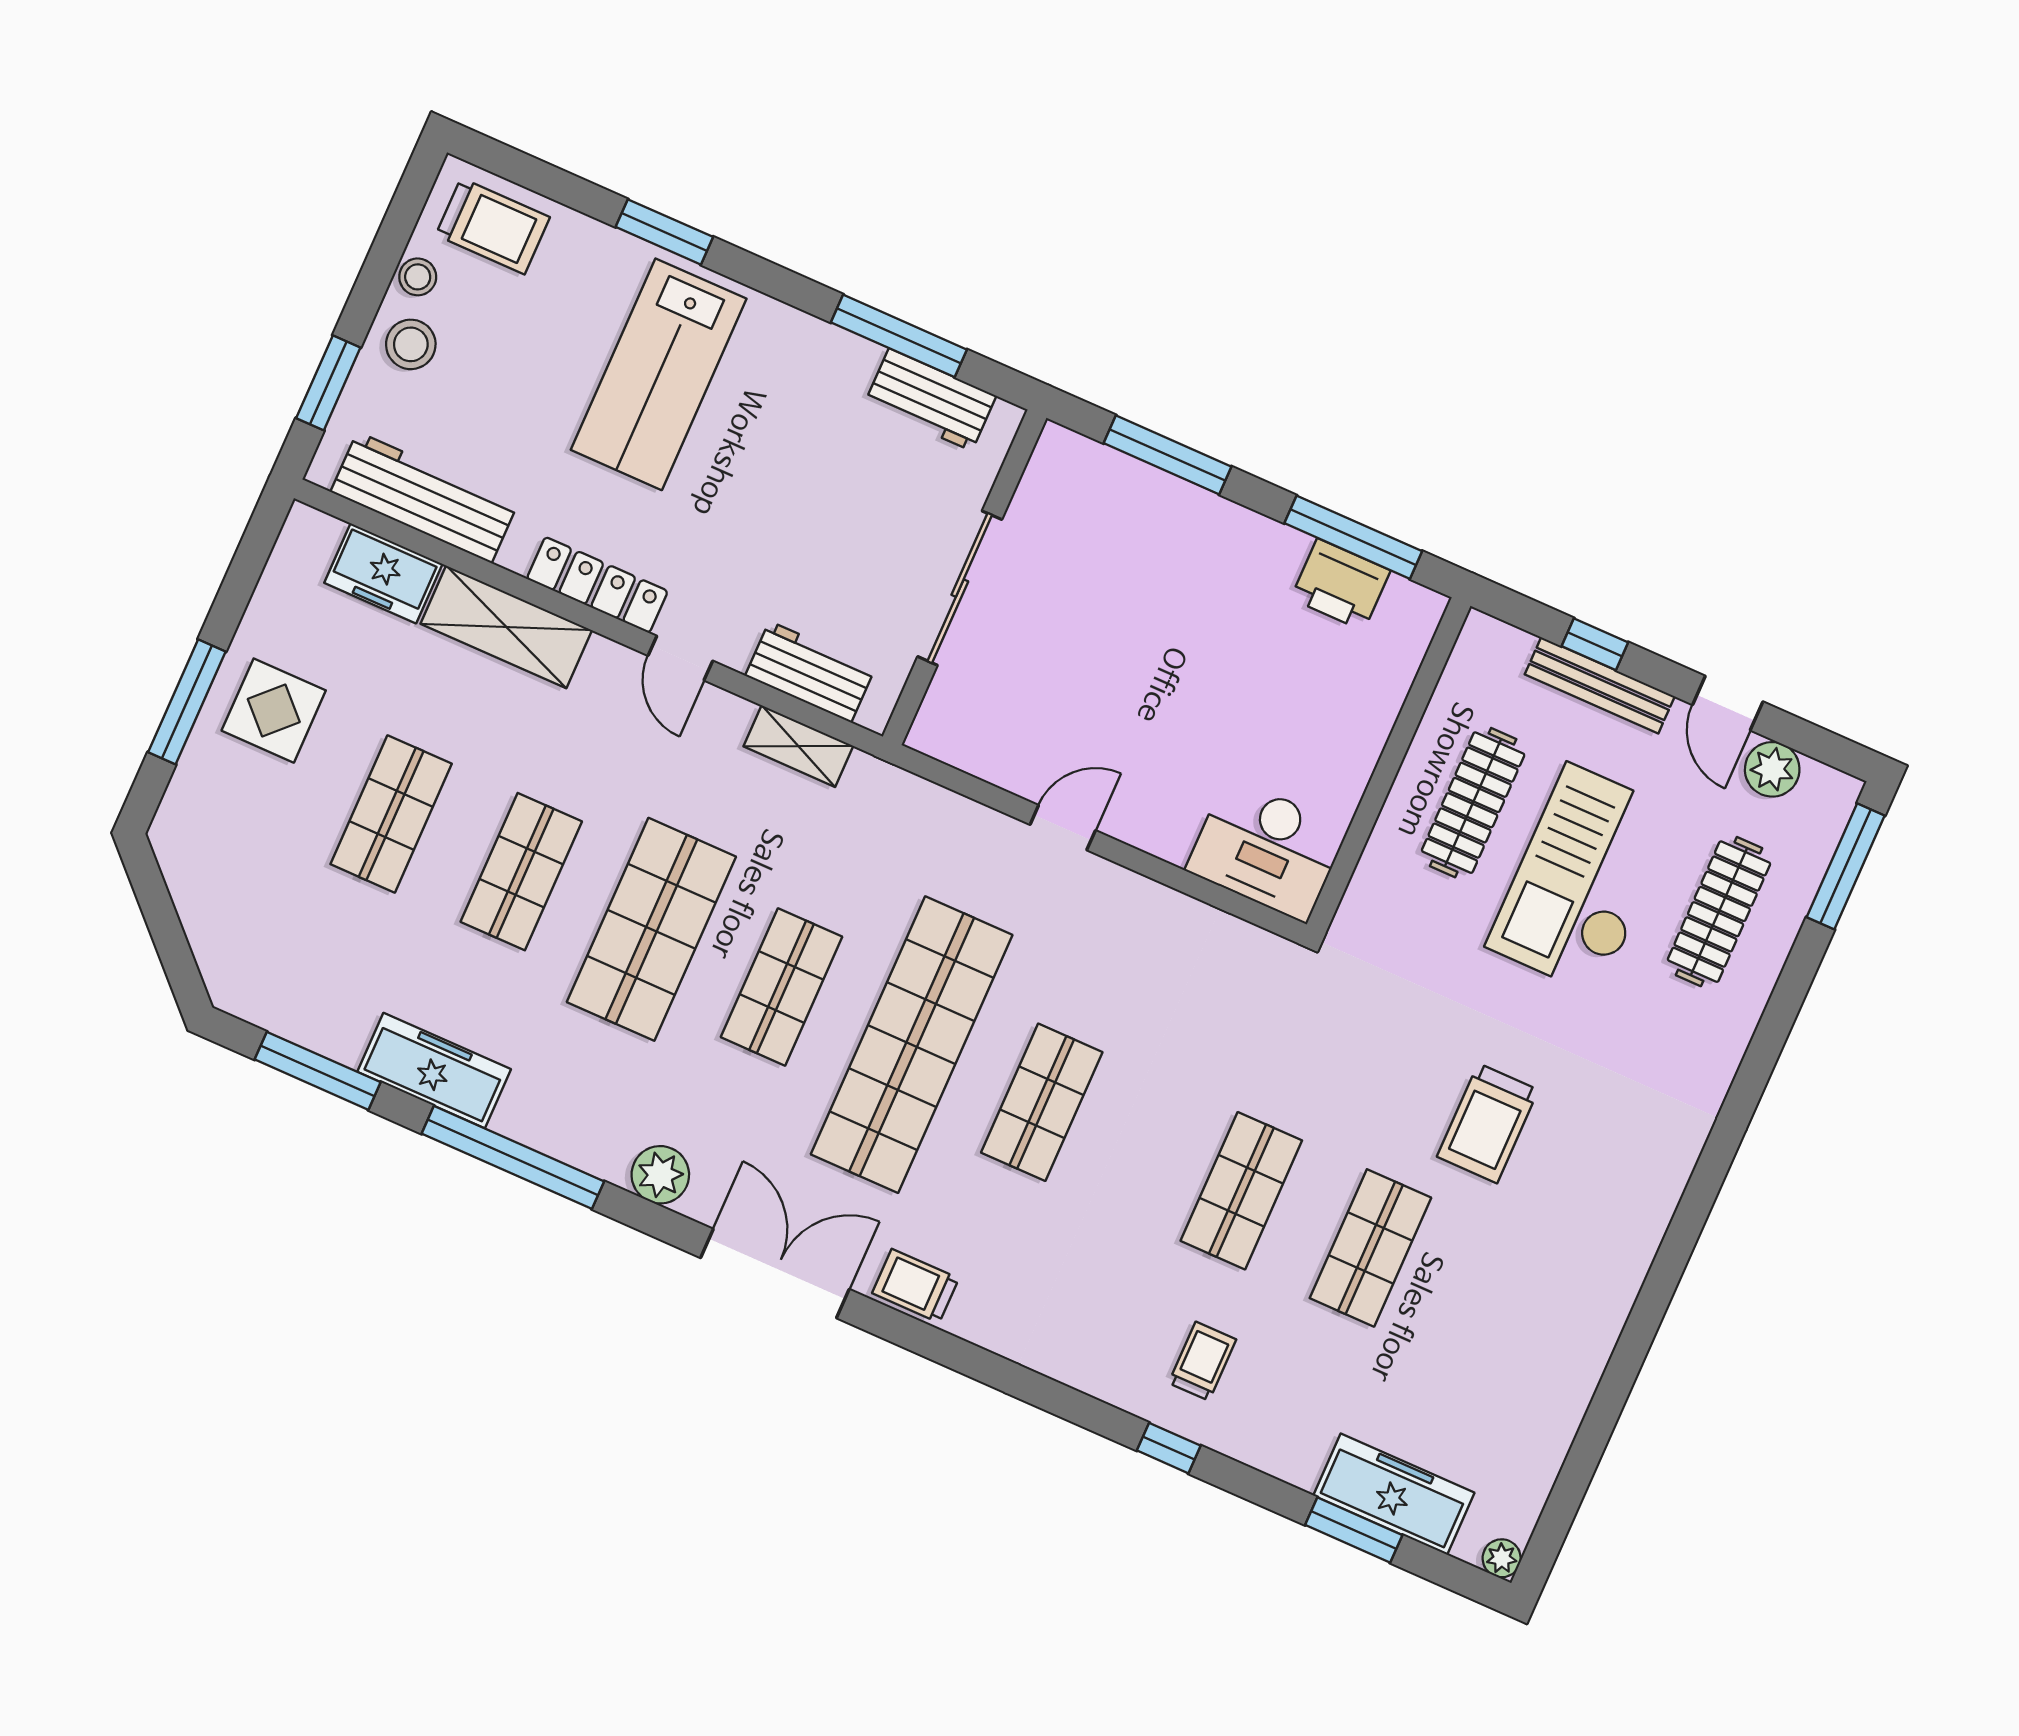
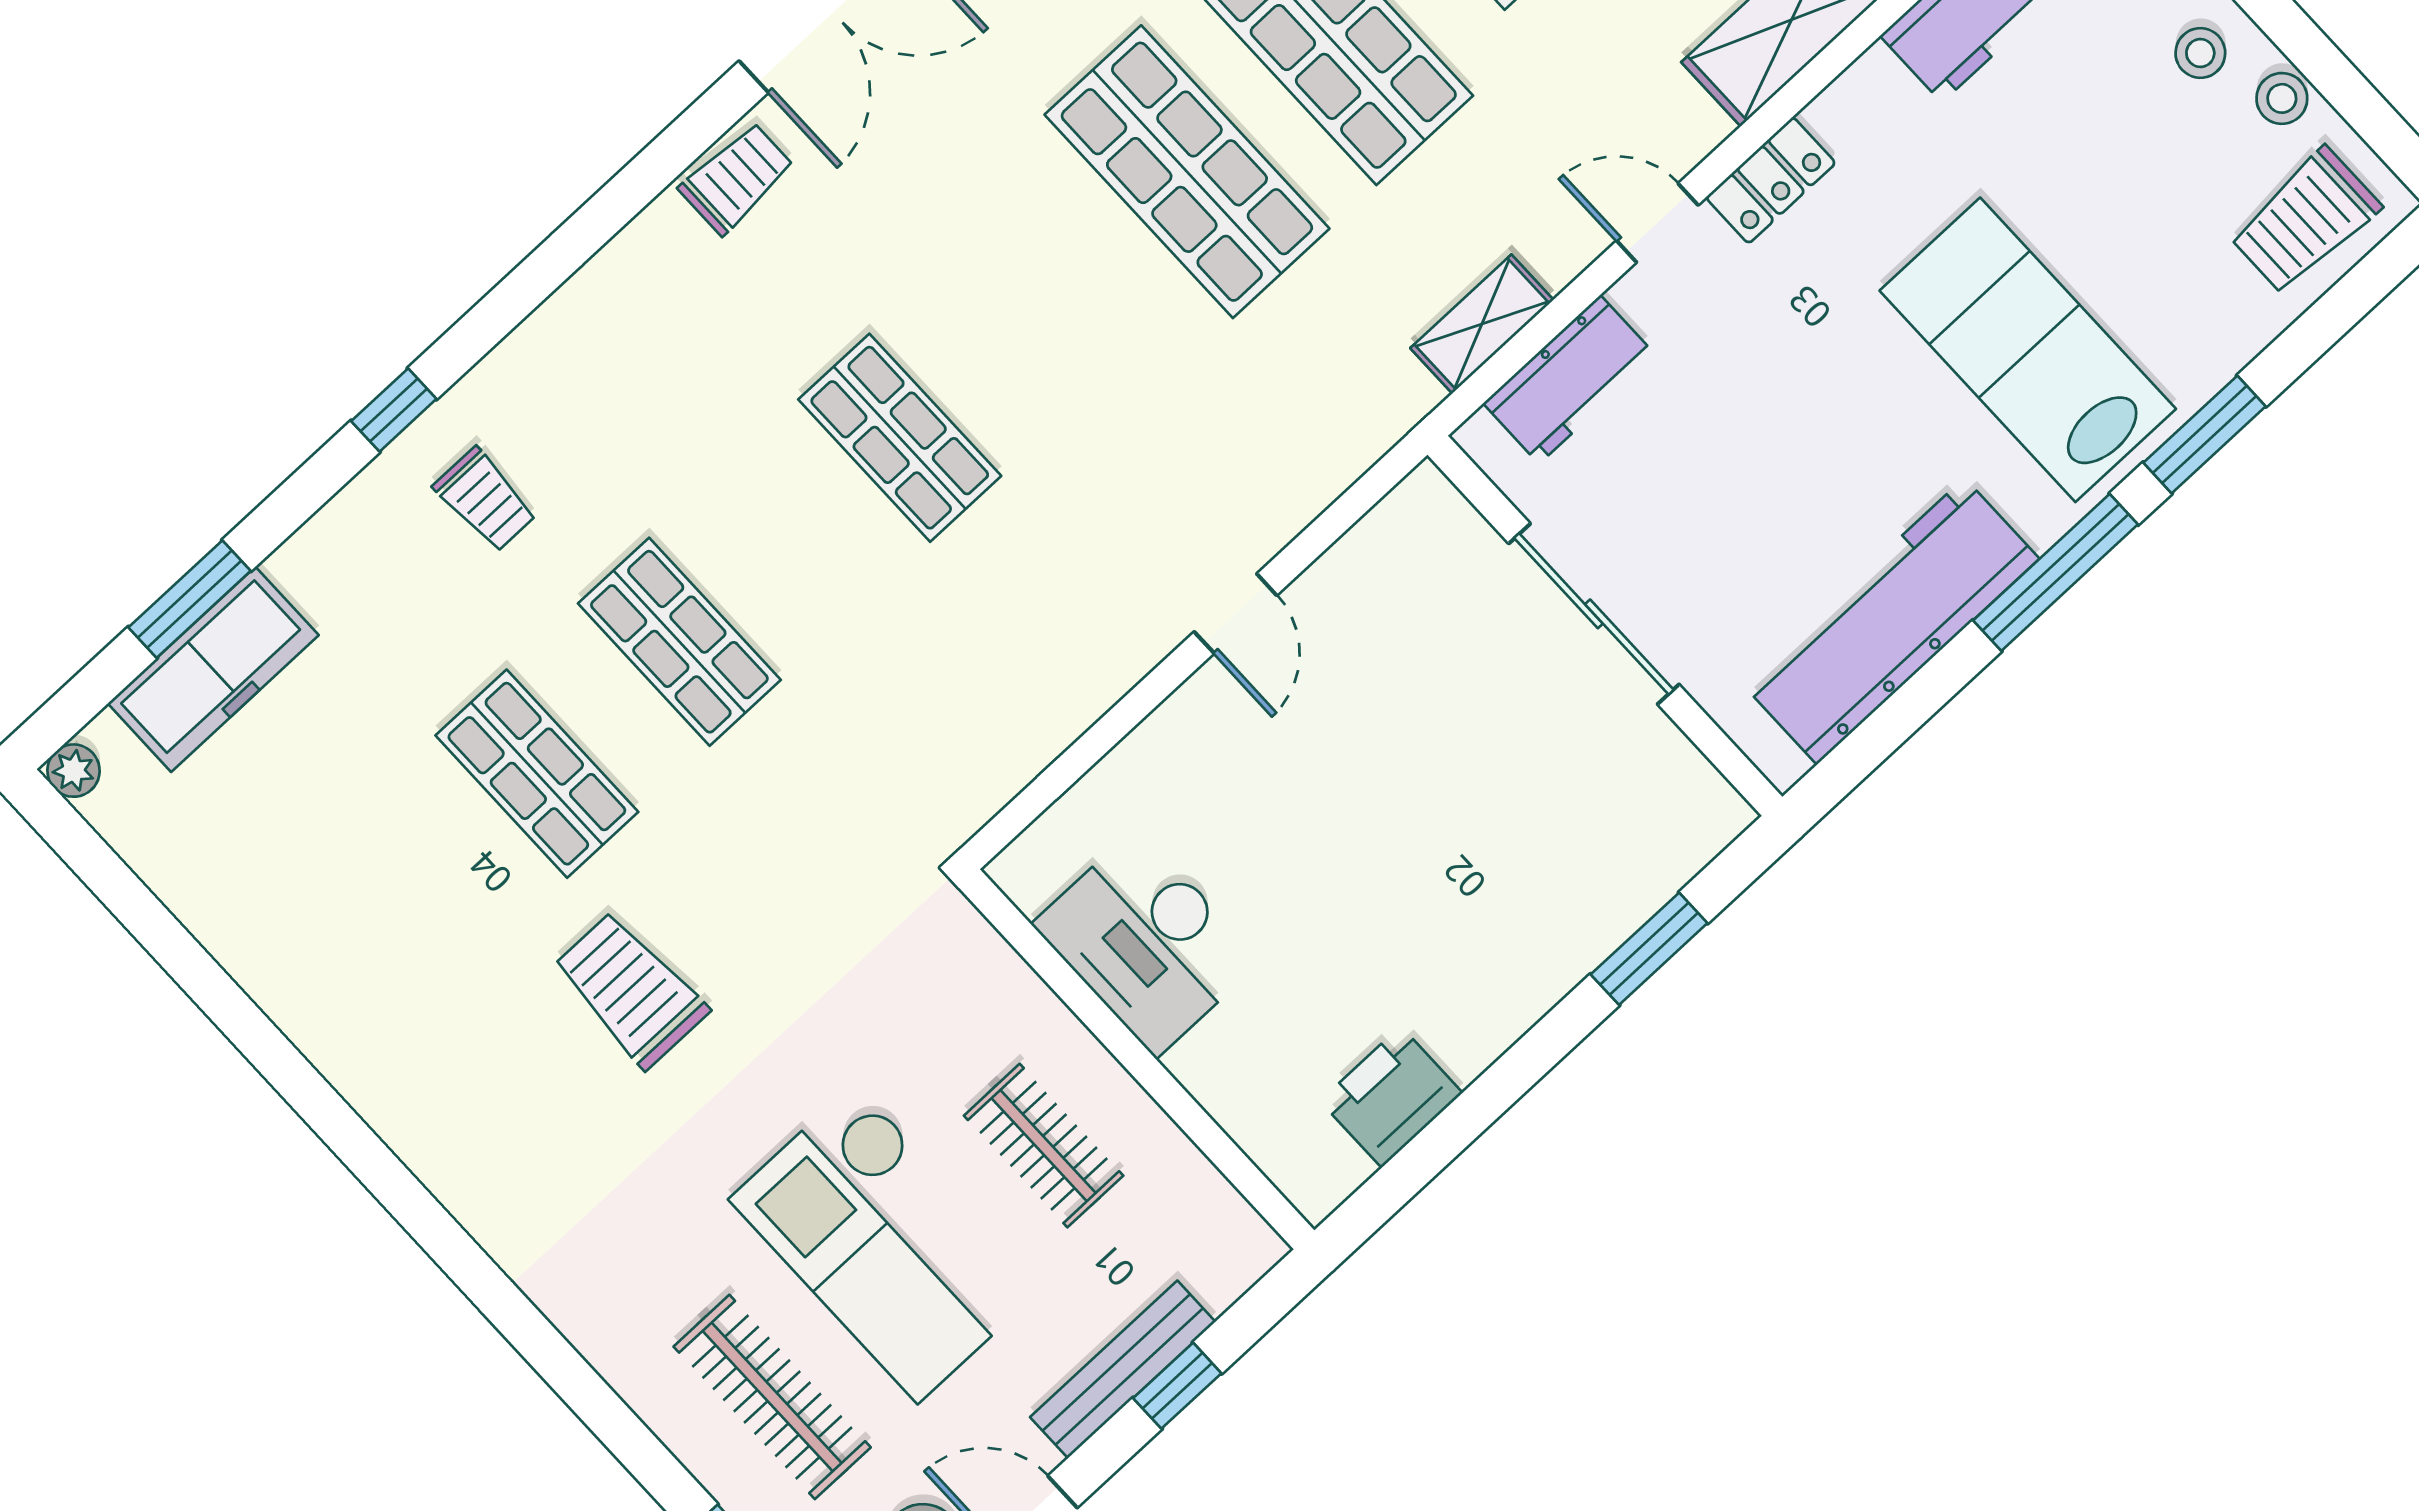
window: (899, 336) -> (2056, 572), moved
stool: (411, 344) -> (2200, 53), width x0.73, depth x0.73
workbench: (930, 400) -> (1891, 621), width x1.88, depth x1.32
window: (1167, 455) -> (1649, 949), width x0.69
window: (1353, 537) -> (1444, 1139), removed
locker: (597, 585) -> (1771, 180), width x0.66
clothes rail: (1473, 803) -> (1044, 1146), width x0.73
desk: (1267, 849) -> (1147, 942), moved, turned -90
checkout: (1583, 880) -> (887, 1243), turned 180
shop shelf: (782, 987) -> (1187, 172), width x1.43, depth x1.36
shop shelf: (912, 1045) -> (1043, 305), removed

